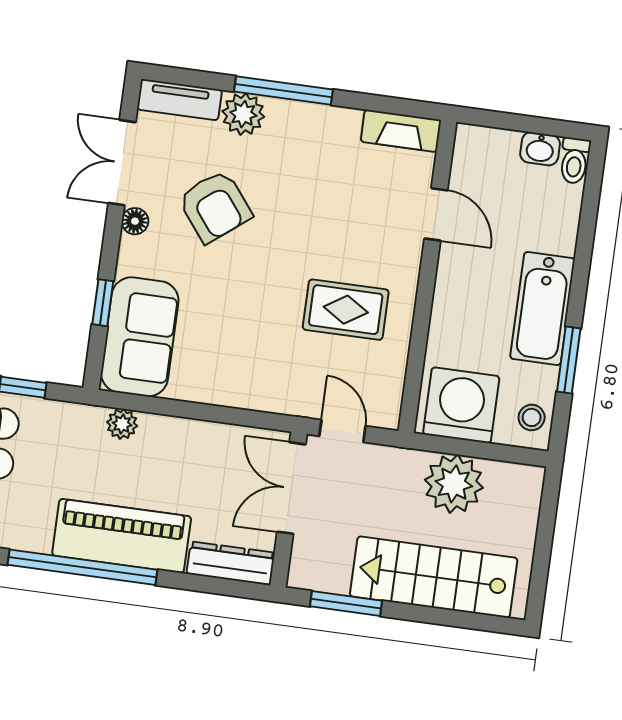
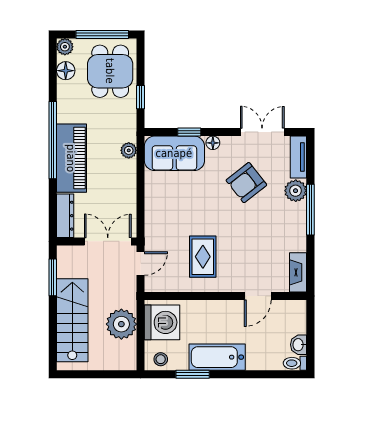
floor lamp: (135, 221) -> (213, 143), moved

